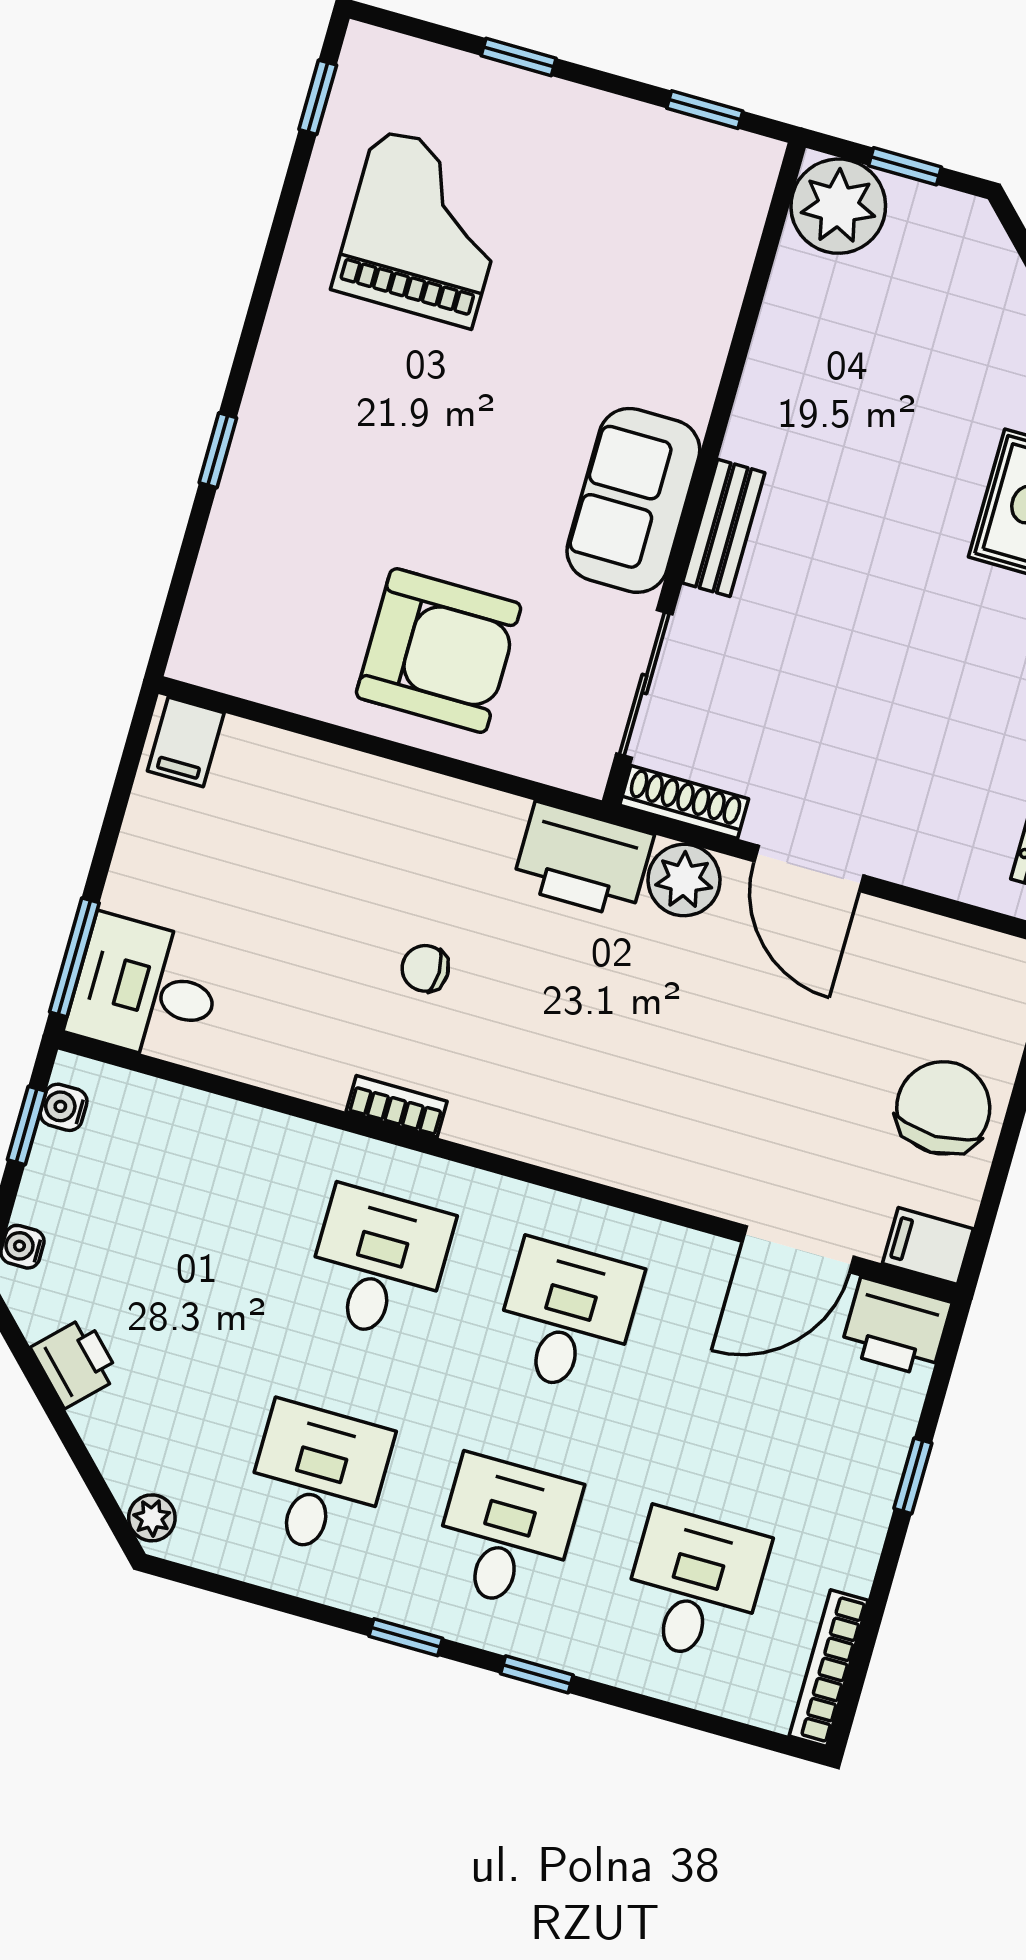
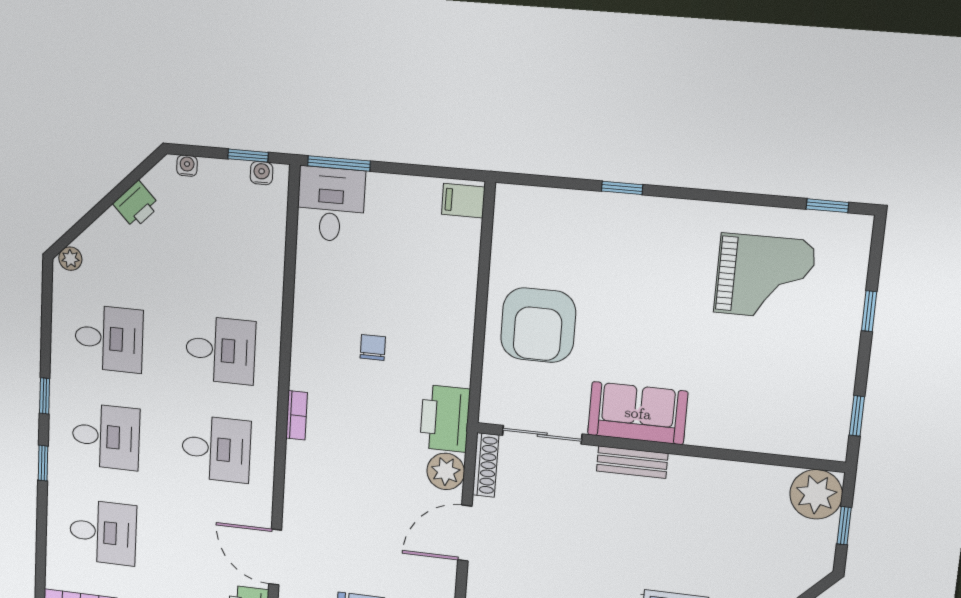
bookcase: (397, 1106) -> (297, 415), moved

